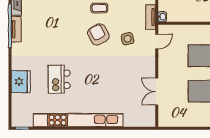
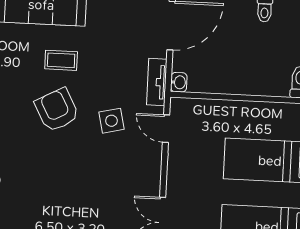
door: (157, 42) -> (166, 129), swing flipped

